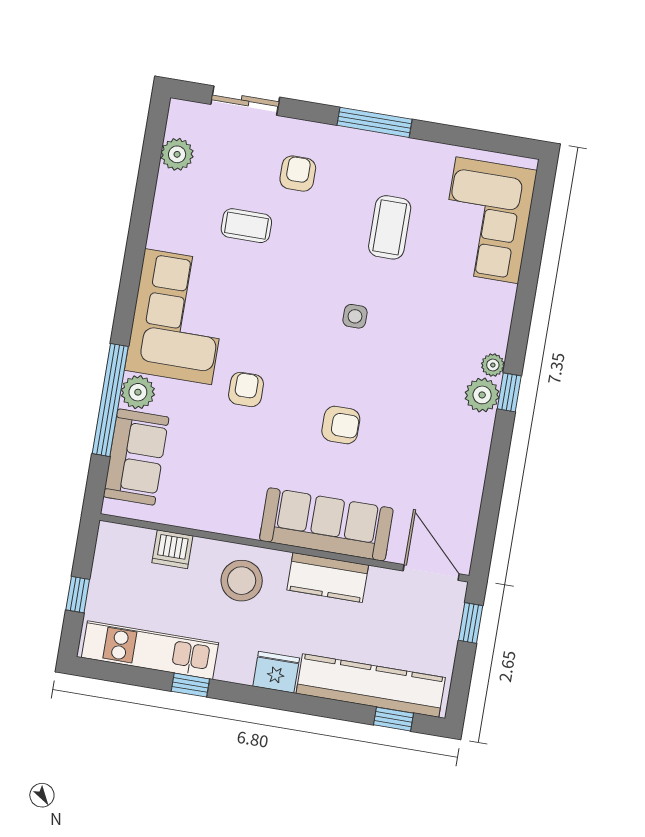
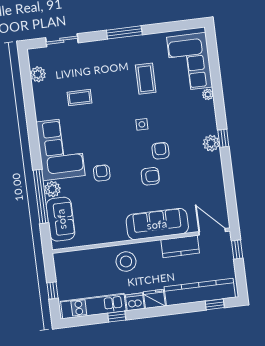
armchair: (298, 174) -> (161, 151), moved
plant: (493, 365) -> (208, 94), moved
dishwasher: (172, 549) -> (135, 302), moved, turned 180
kitchen counter: (328, 577) -> (180, 246), moved

